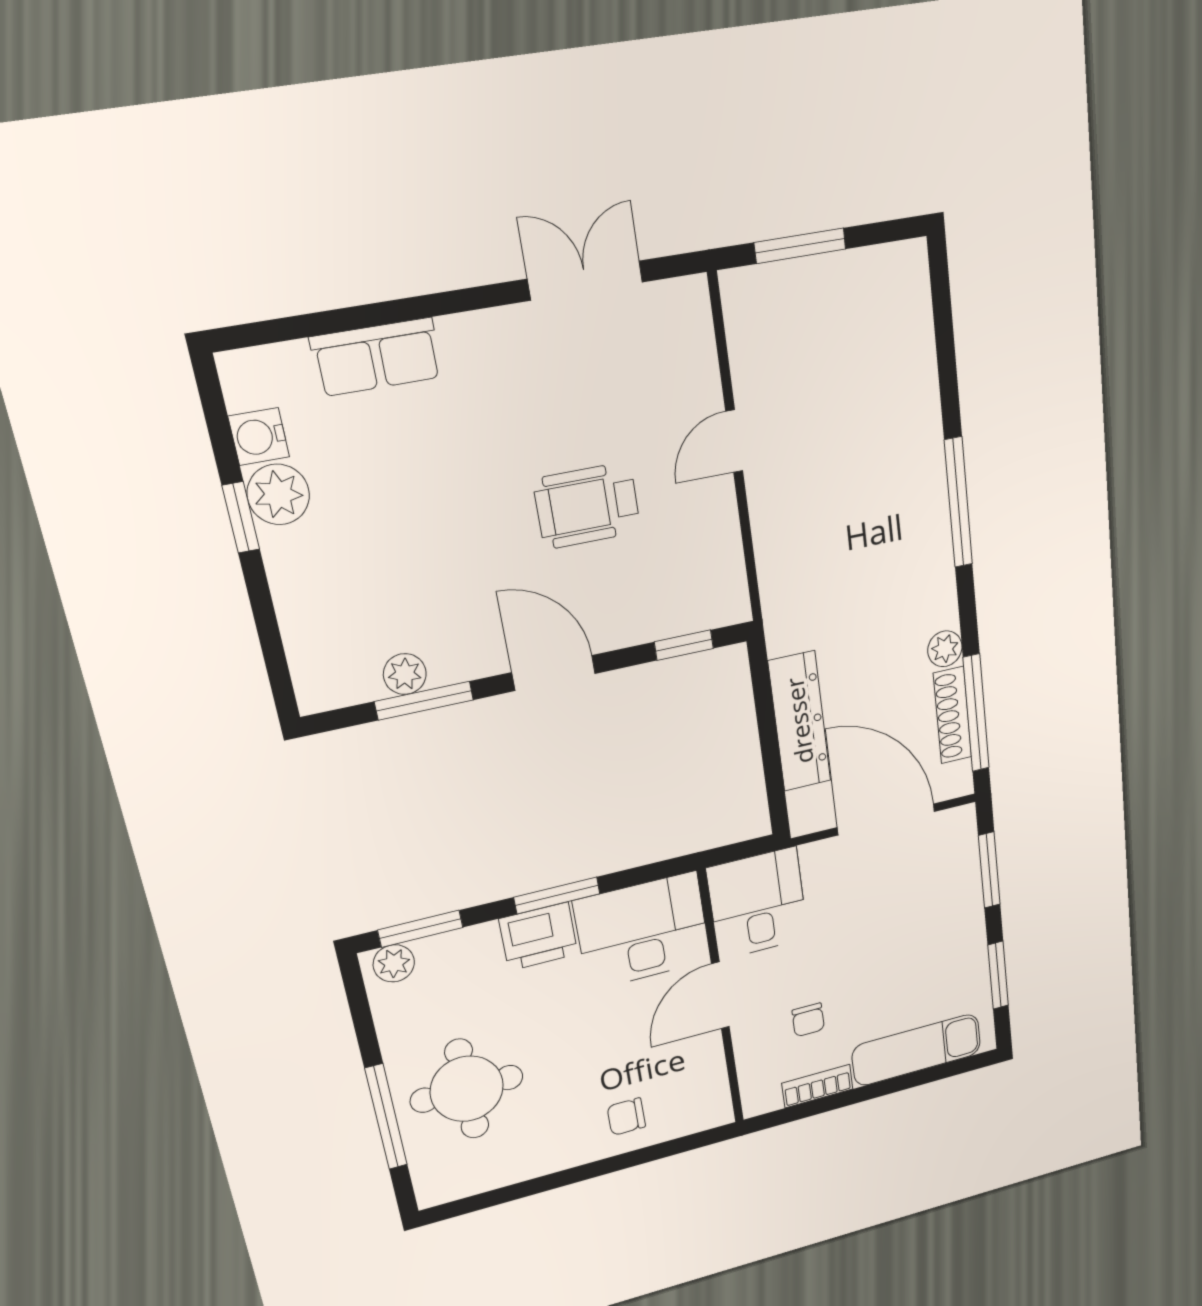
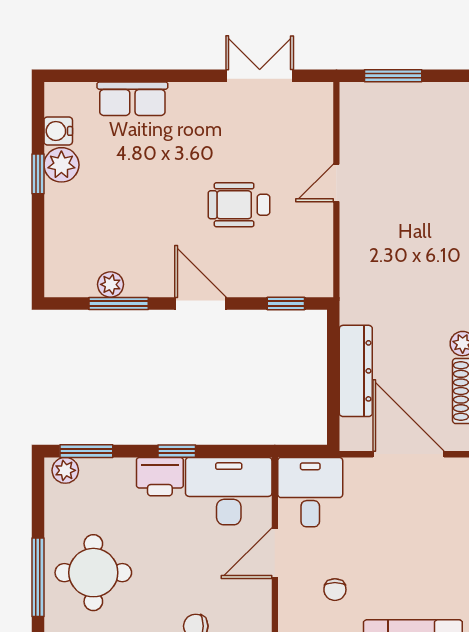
window: (557, 895) -> (177, 451), width x0.67

